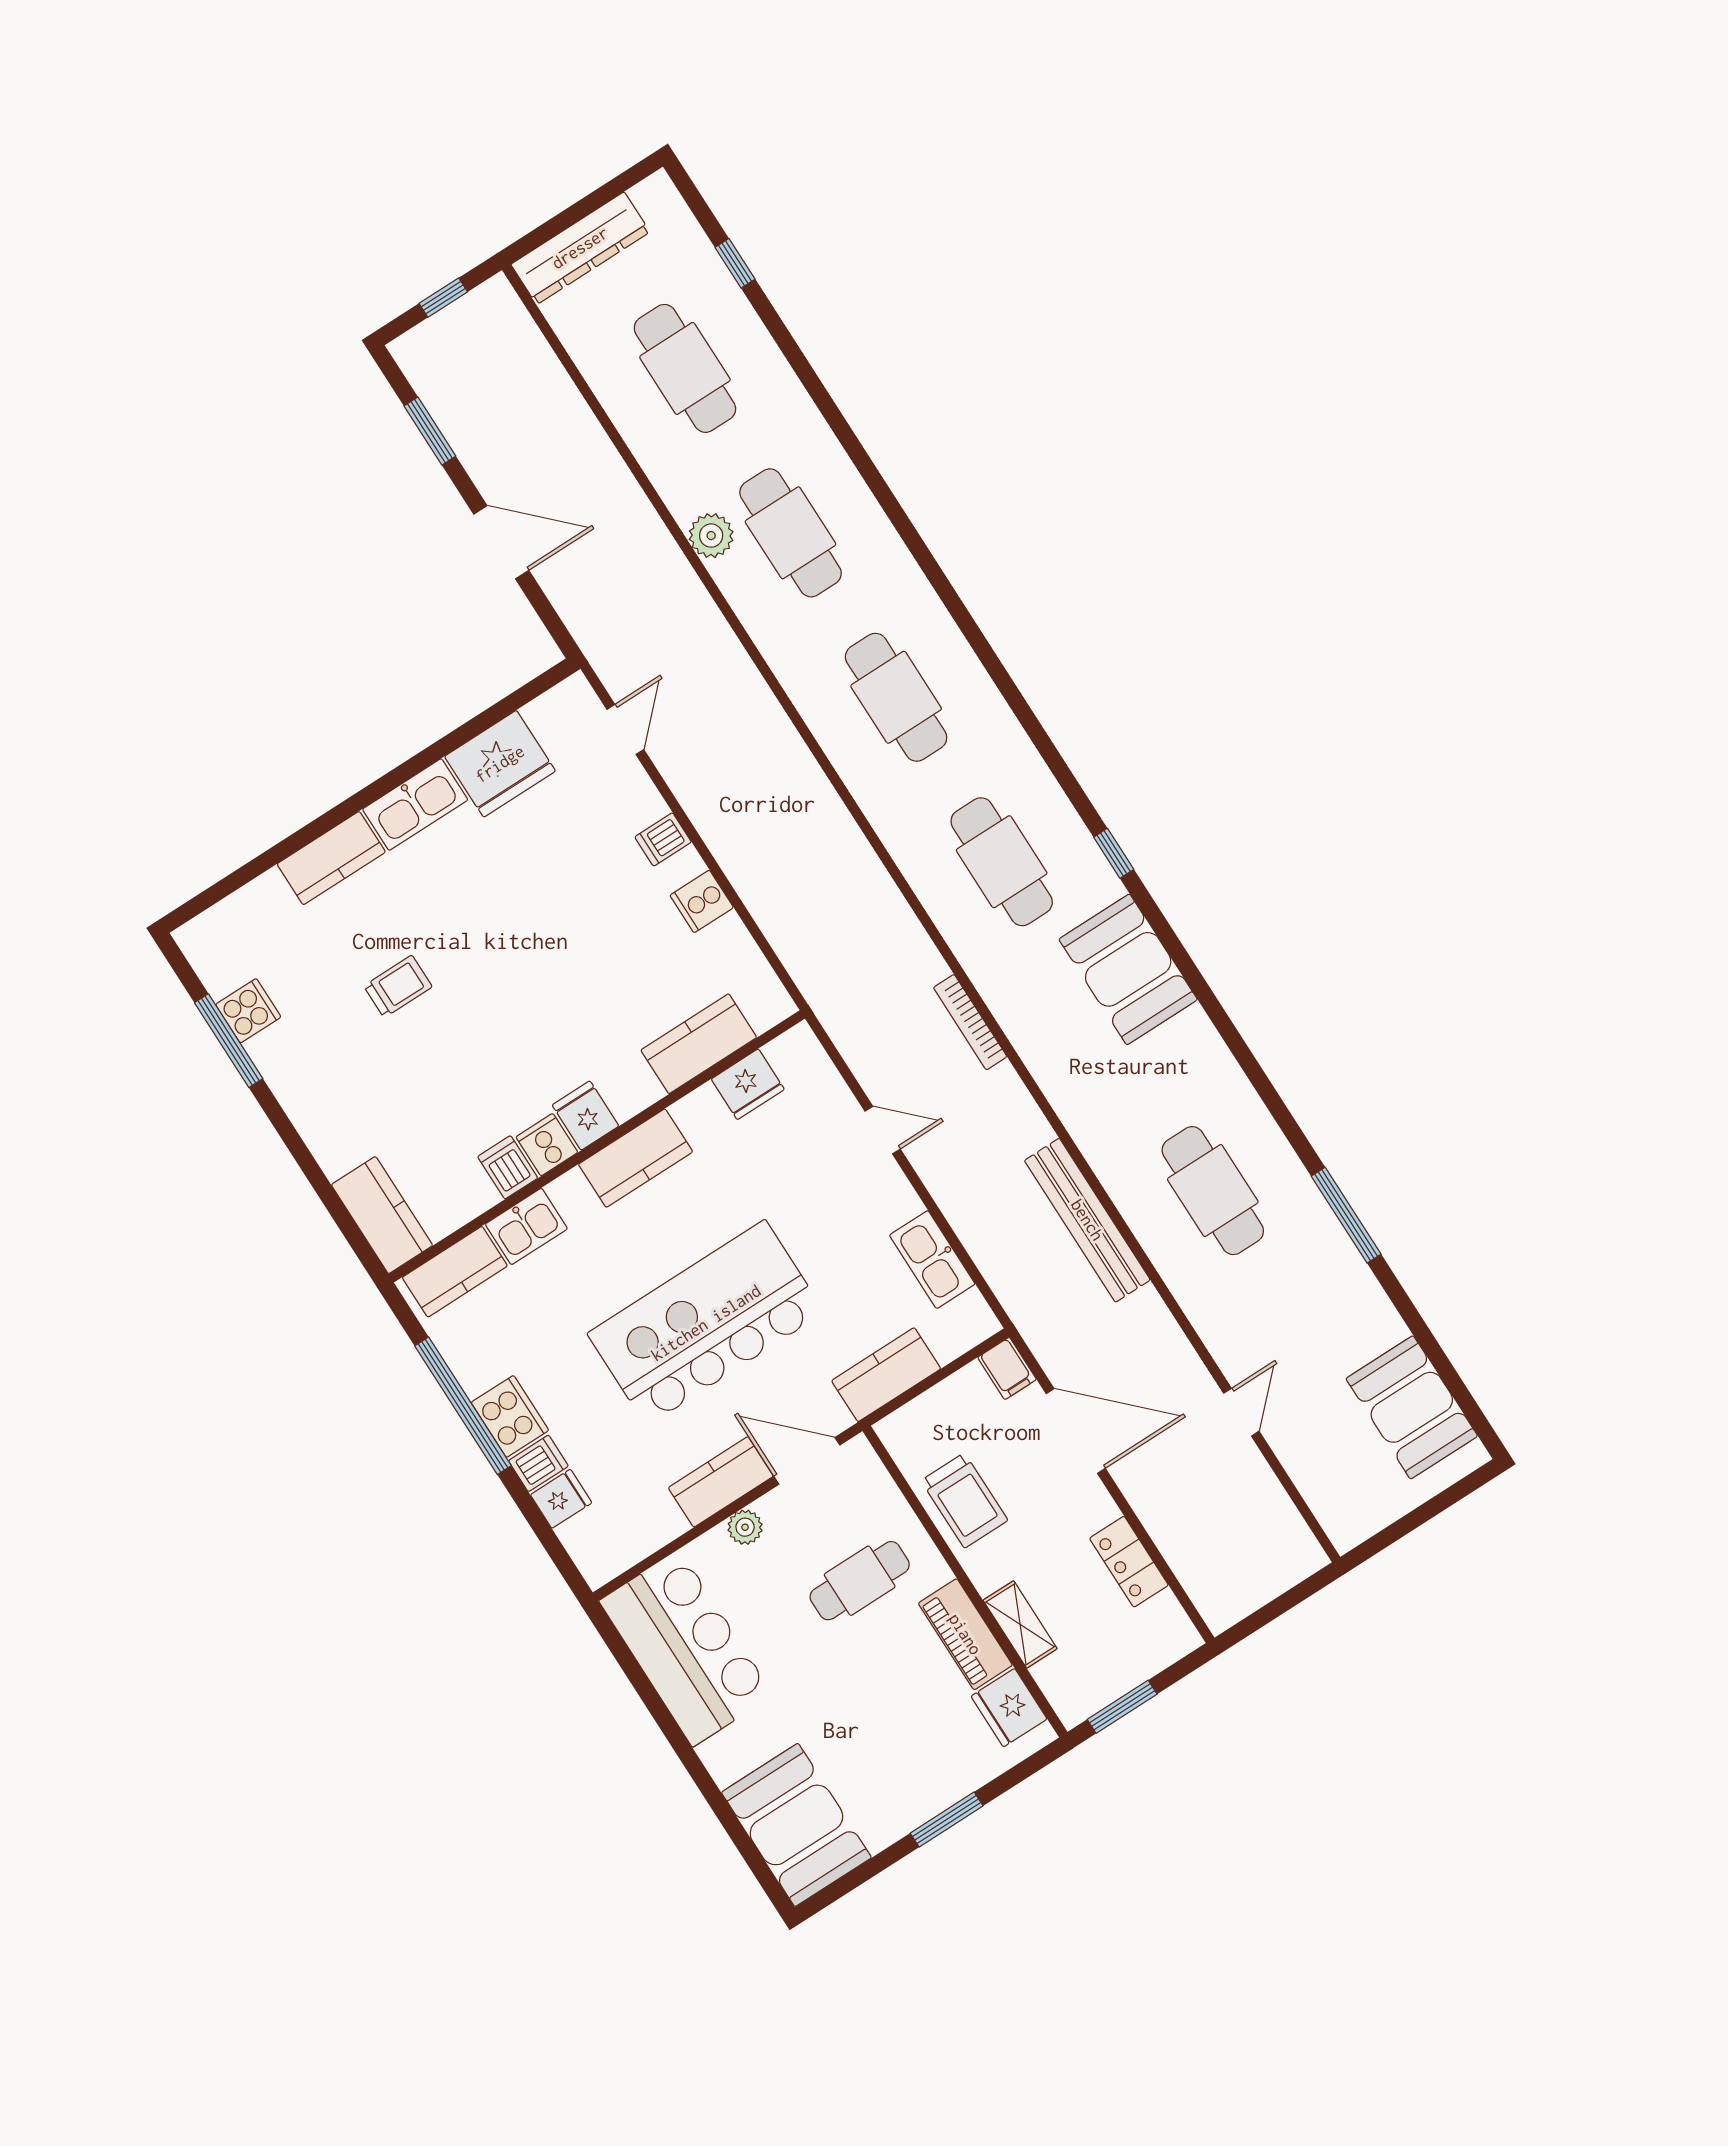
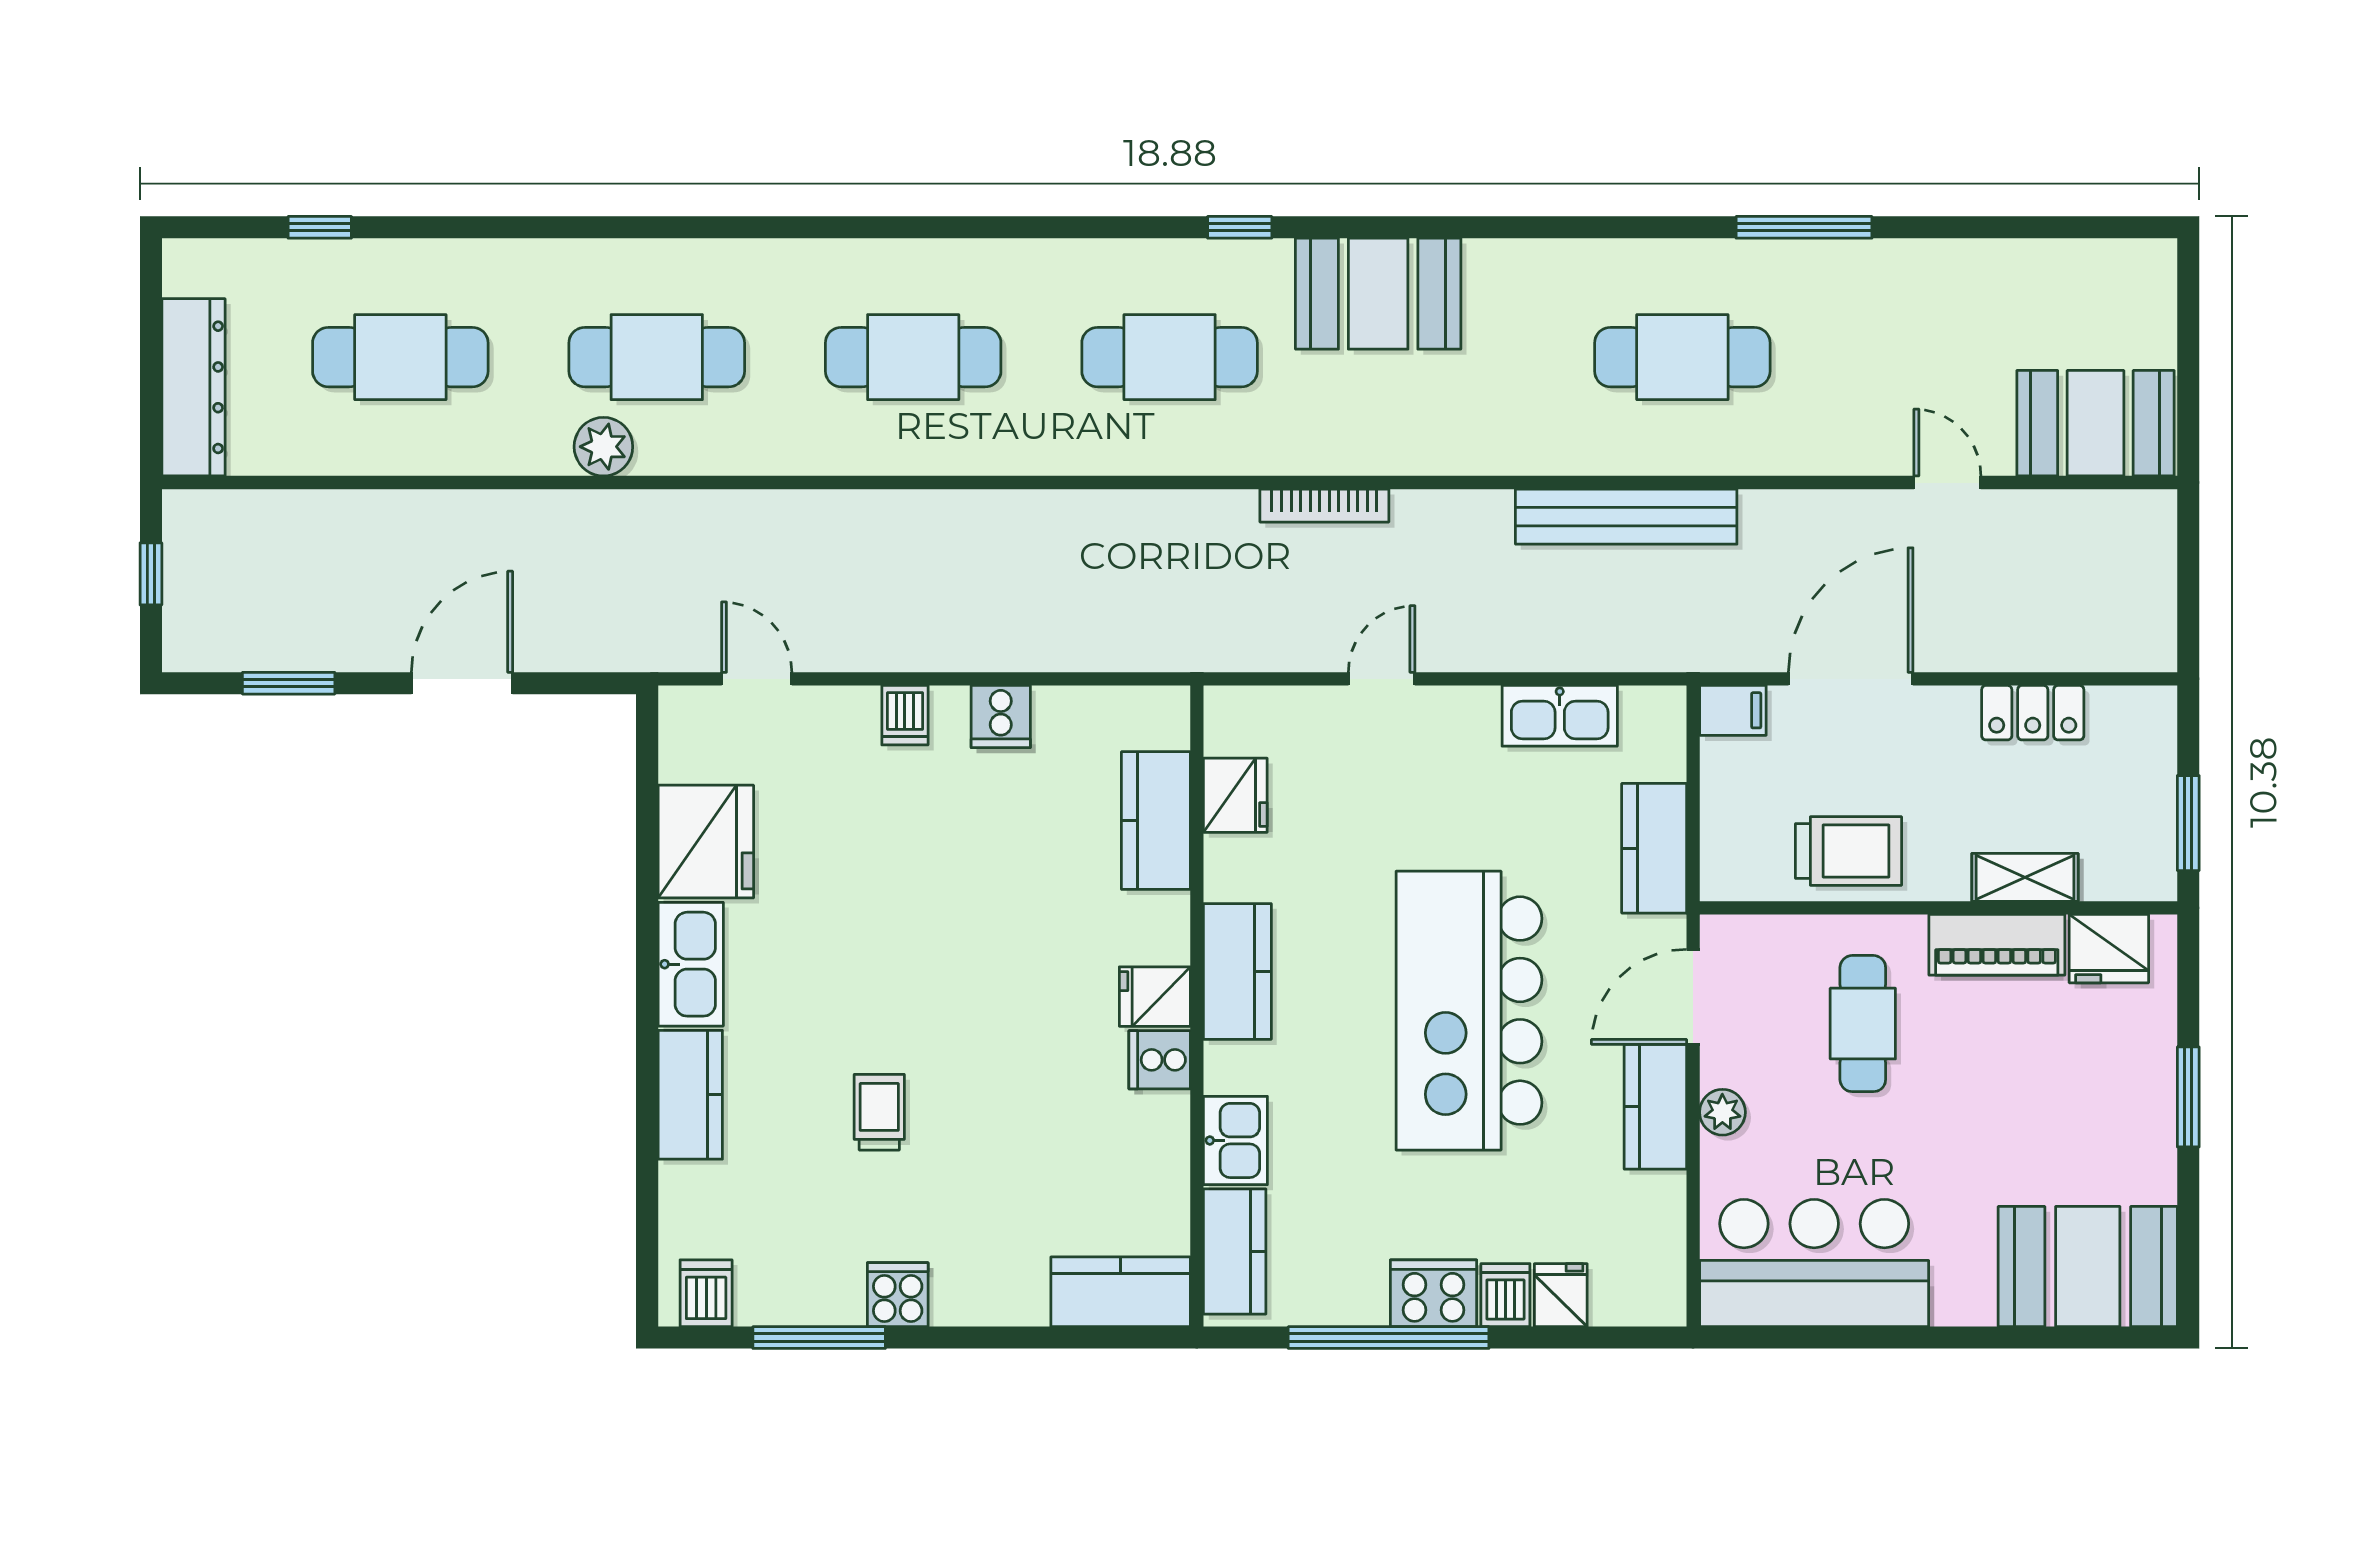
cooker: (248, 1011) -> (898, 1295), moved
dishwasher: (508, 1167) -> (706, 1293), moved, turned 90
booth: (1412, 1407) -> (2095, 423), moved

